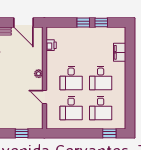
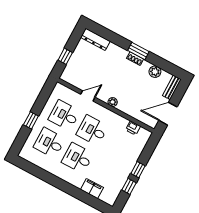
window: (109, 133) -> (31, 120), moved

